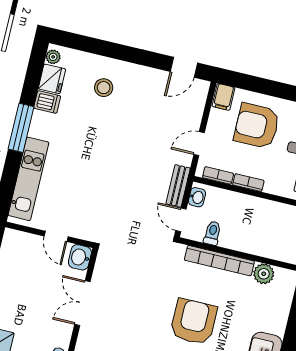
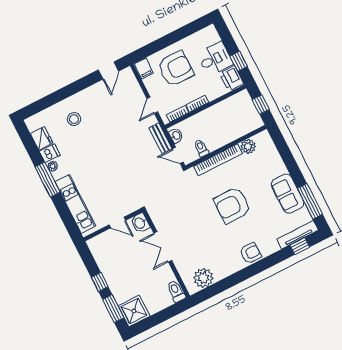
plant: (53, 57) -> (53, 166), moved
armchair: (257, 126) -> (176, 69), turned 180
armchair: (194, 322) -> (232, 205), turned -90

